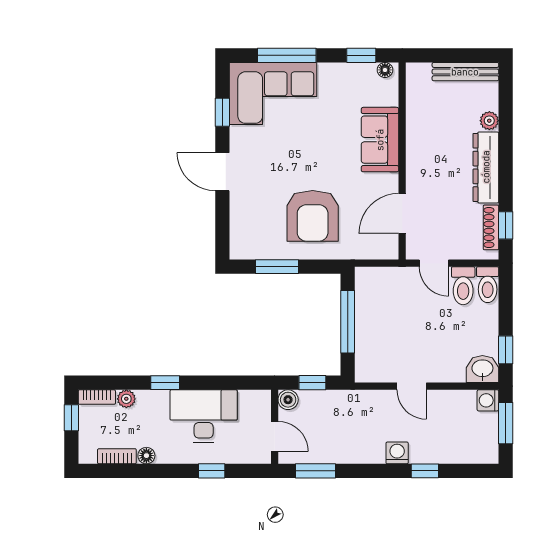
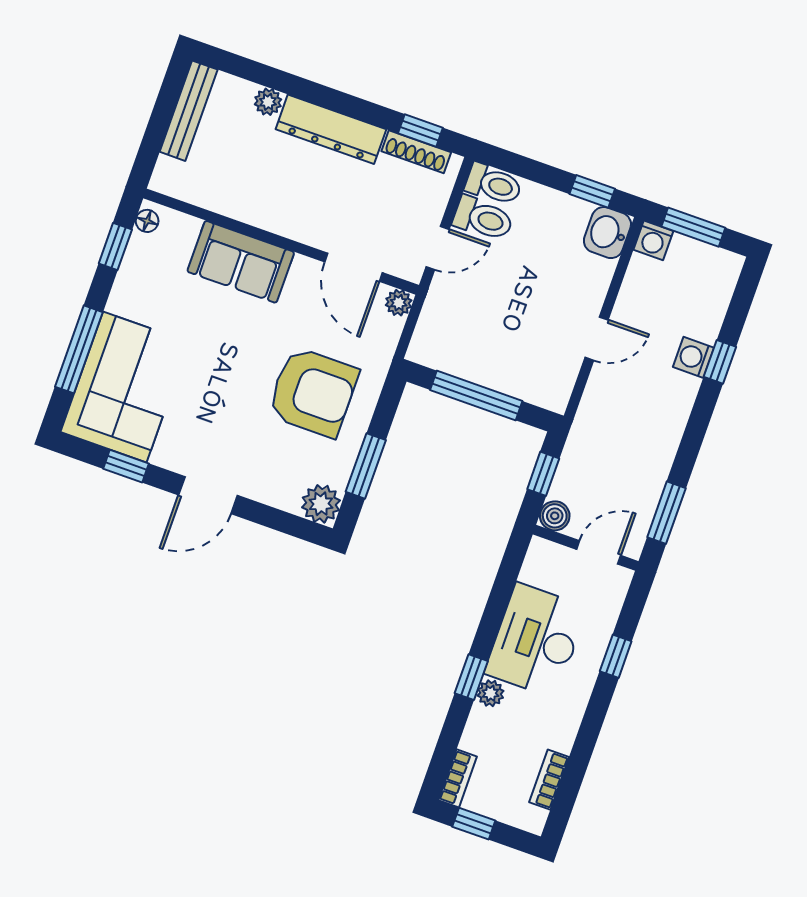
plant: (242, 246) -> (321, 504), added
plant: (390, 251) -> (399, 303), added
plant: (126, 399) -> (490, 693), moved
washing machine: (397, 453) -> (694, 357), moved
floor lamp: (146, 456) -> (563, 739), removed

